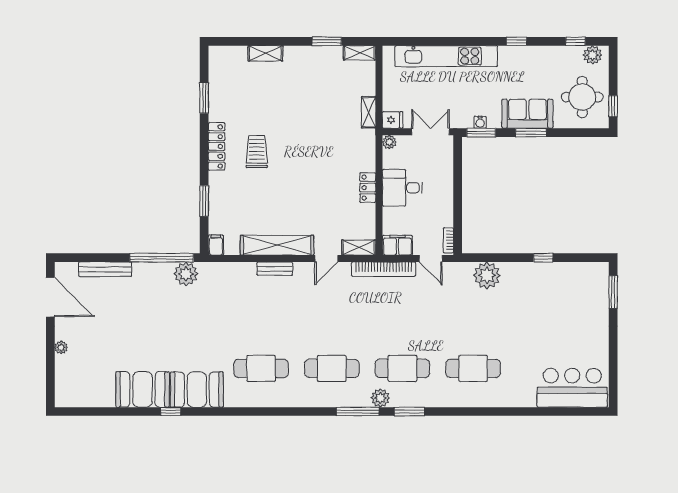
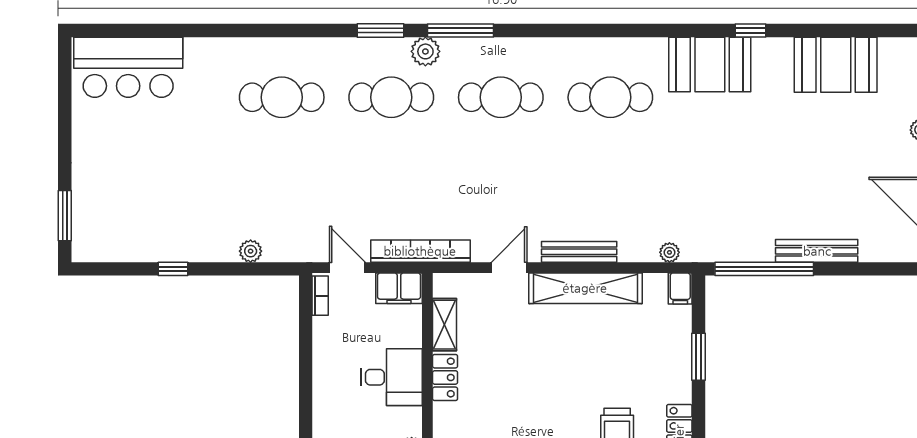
shelving: (359, 248) -> (445, 325), moved, turned 90
bench: (105, 269) -> (817, 251), moved
bench: (275, 269) -> (579, 252), width x1.36
plant: (186, 274) -> (669, 252), moved, width x0.53, depth x0.53
plant: (487, 275) -> (251, 251), width x0.53, depth x0.53
booth: (143, 389) -> (836, 65), moved

